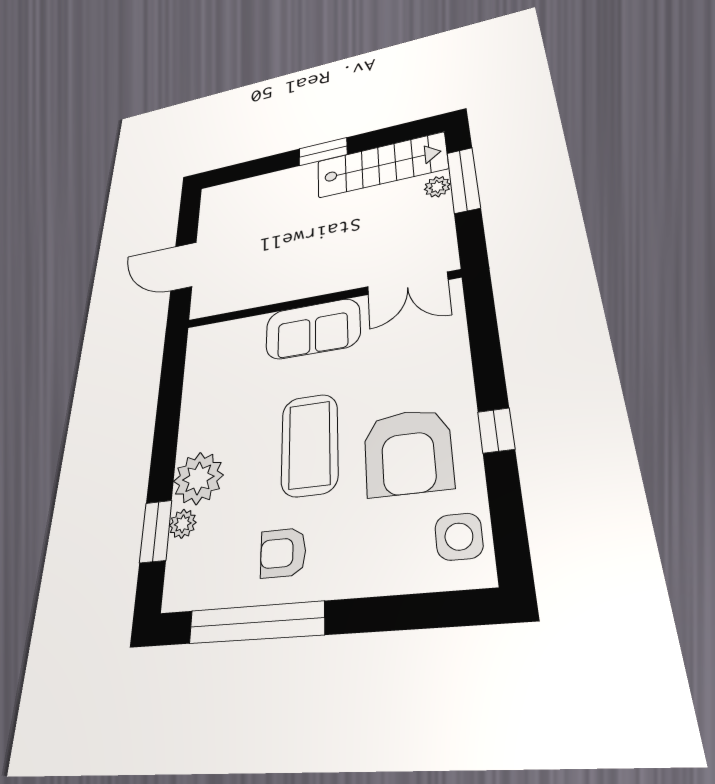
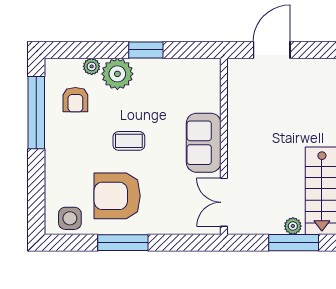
window: (496, 430) -> (123, 243), width x2.17
coffee table: (310, 445) -> (129, 141), width x0.54, depth x0.58
window: (156, 531) -> (146, 50), moved
armchair: (283, 553) -> (75, 100), moved, turned 180

